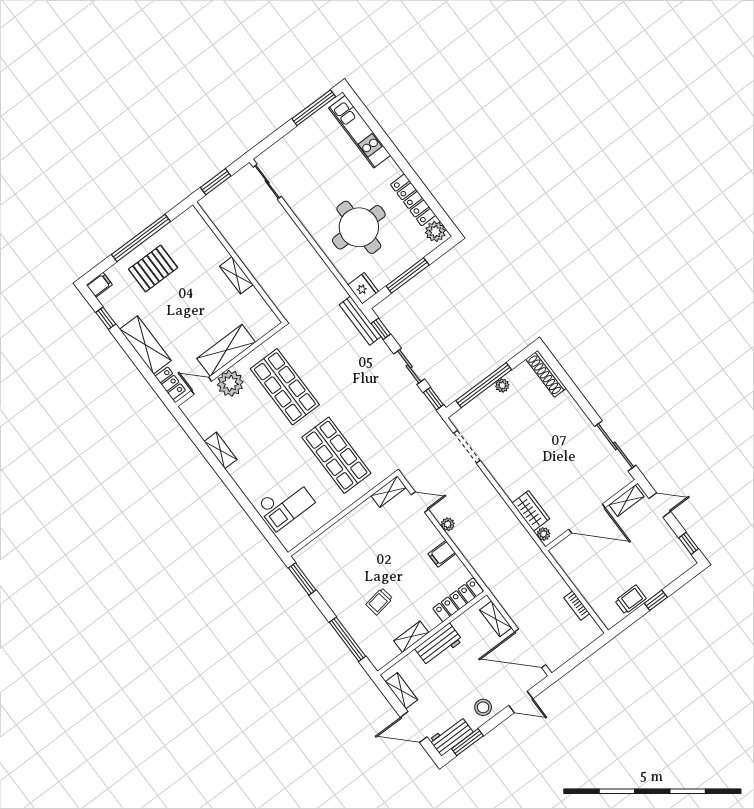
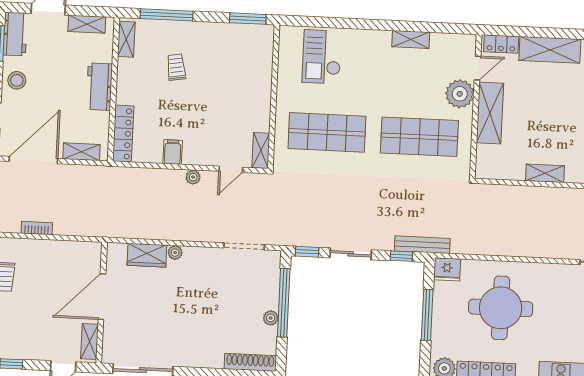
plant: (544, 534) -> (175, 253), moved
shelving: (411, 637) -> (126, 39), moved

